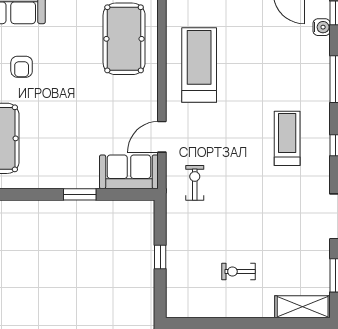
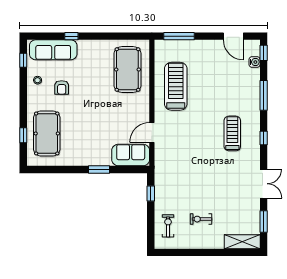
exercise bike: (195, 183) -> (168, 226), moved
window: (160, 257) -> (151, 194), moved

